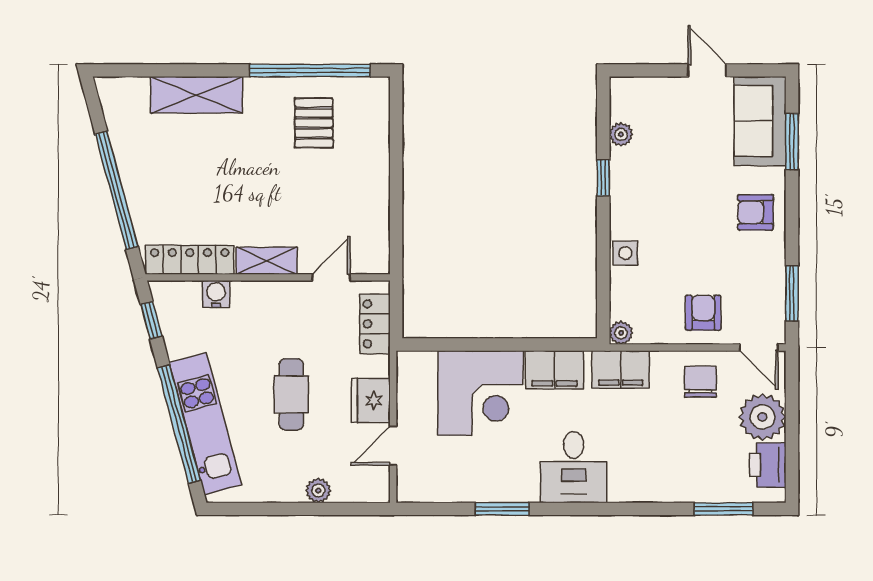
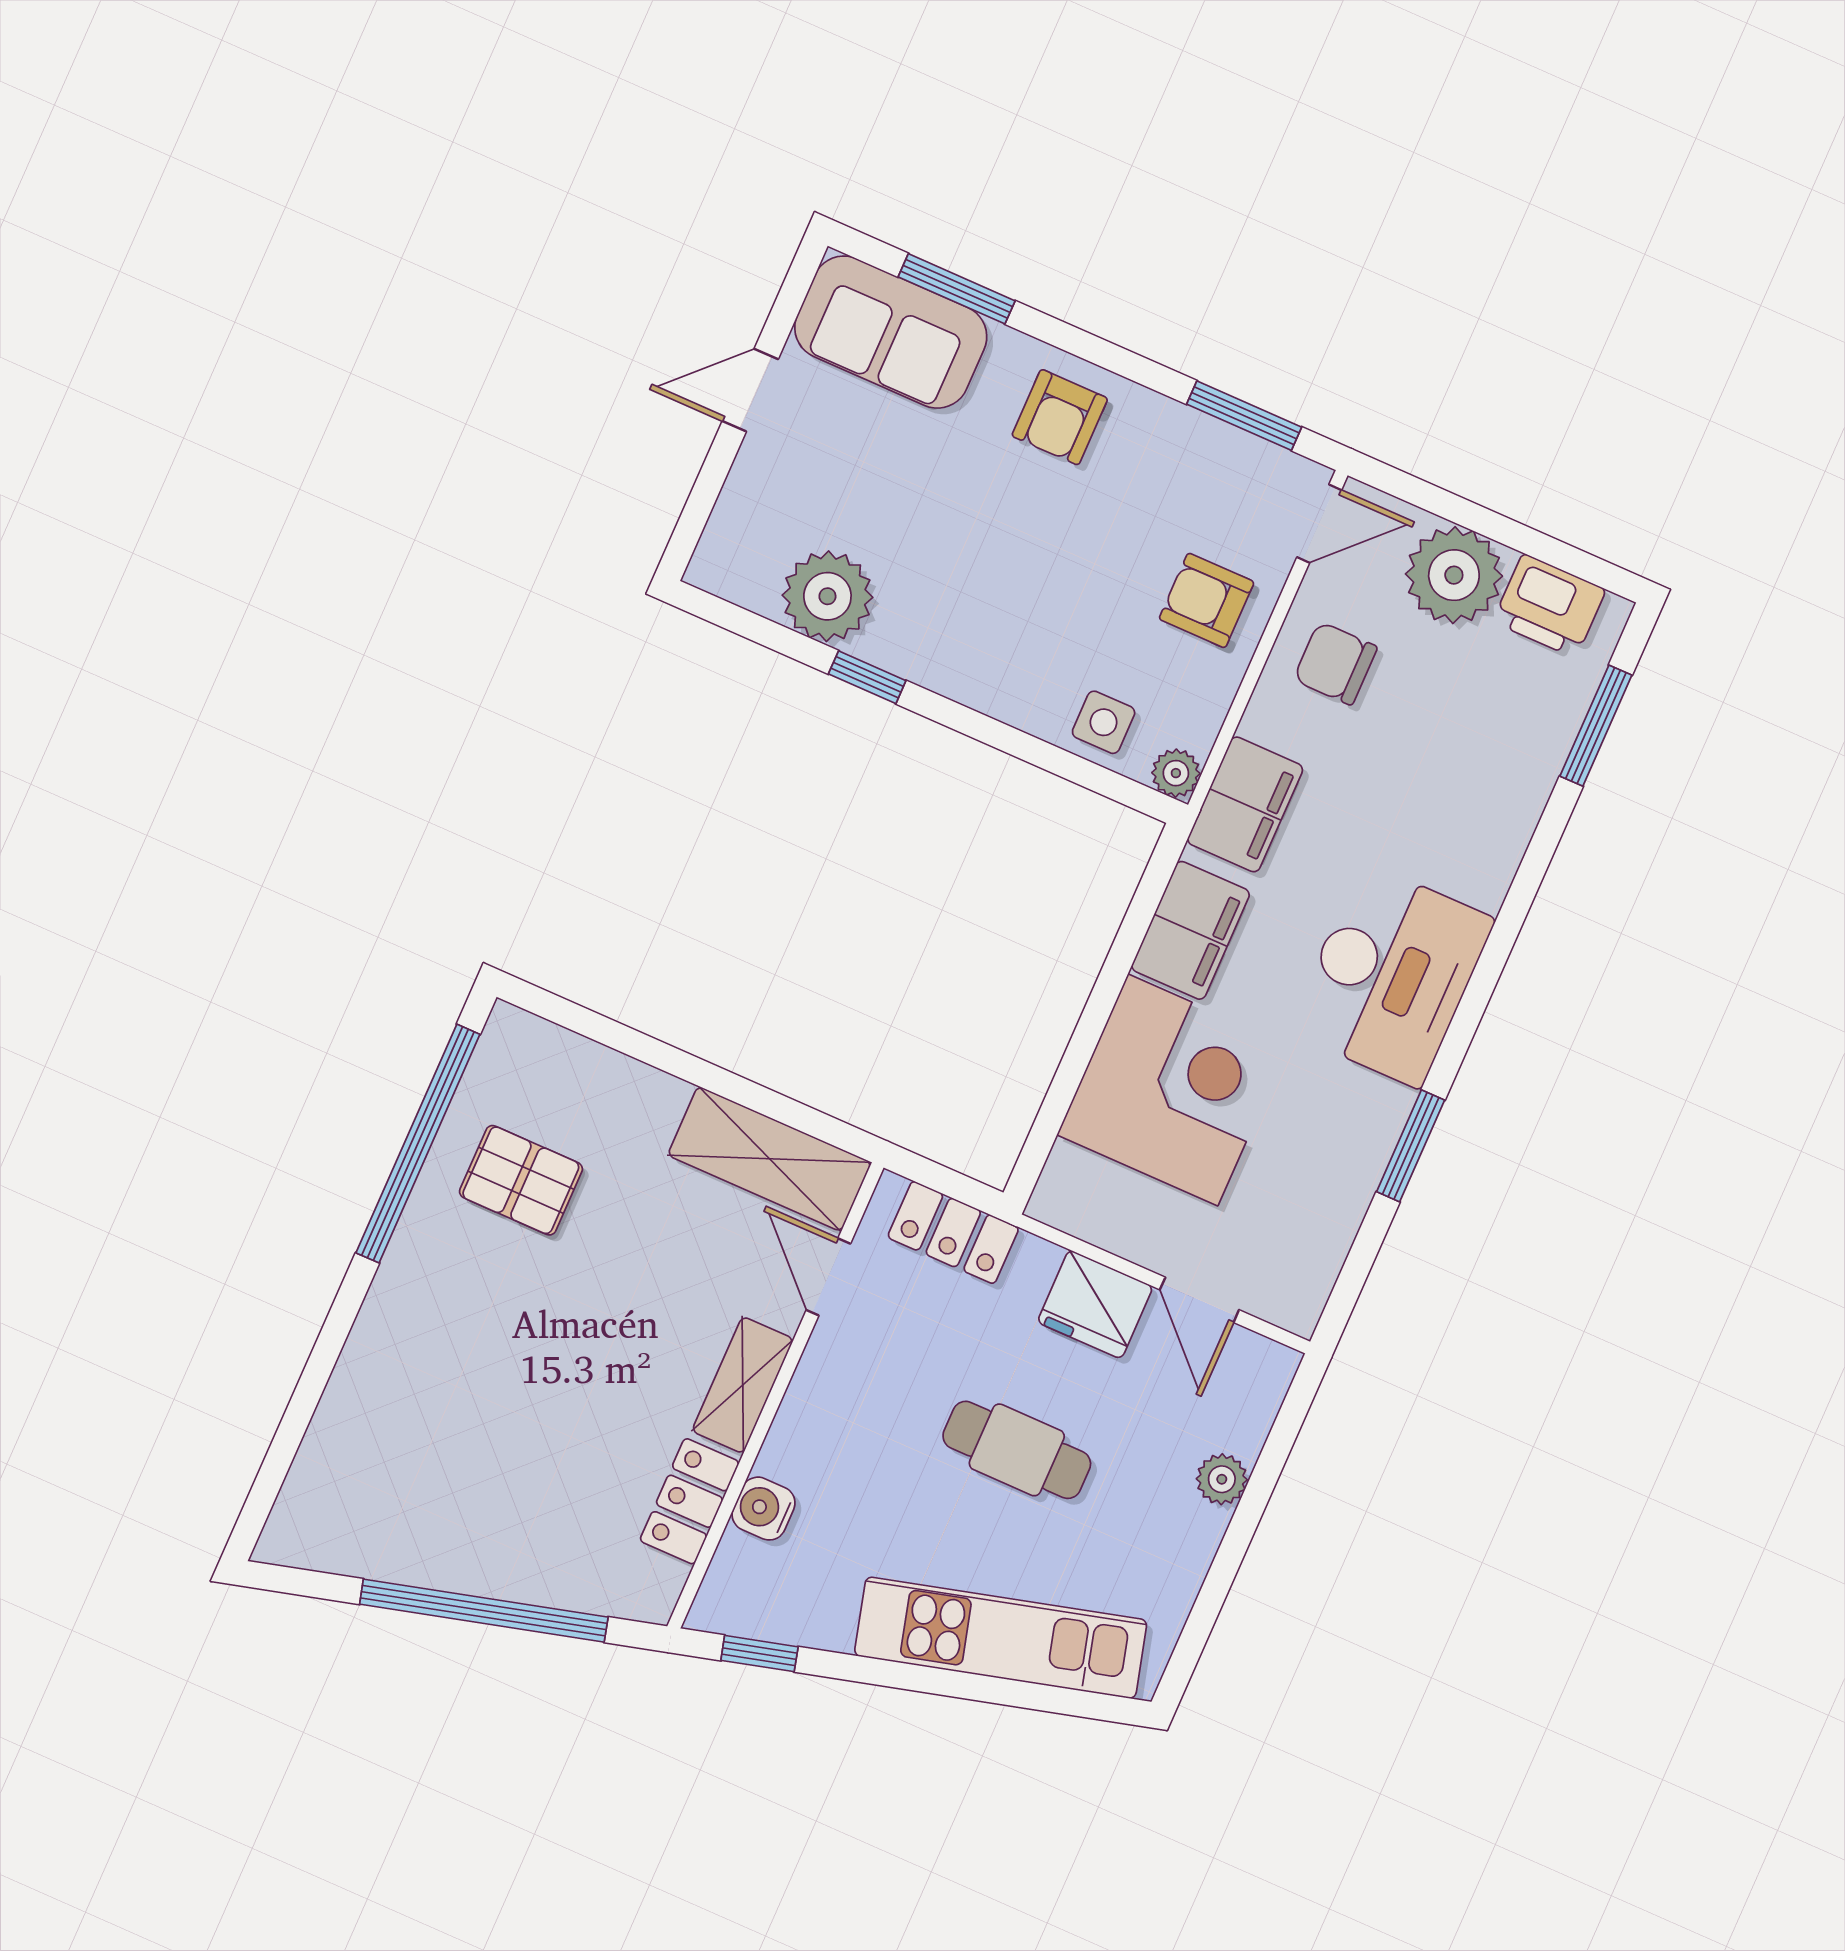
shelving: (197, 95) -> (770, 1159), moved, turned 90
plant: (621, 134) -> (827, 596), width x1.87, depth x1.87
side table: (625, 253) -> (1104, 722), moved
locker: (190, 260) -> (689, 1501), width x0.66
window: (179, 424) -> (979, 1688), removed
desk: (574, 467) -> (1391, 975), width x1.37

